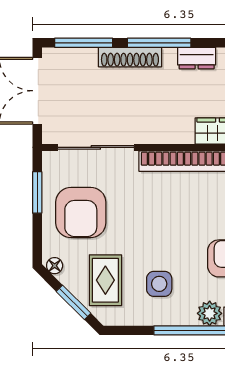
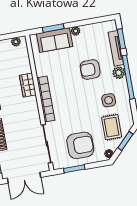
rug: (105, 280) -> (112, 127), turned 90

